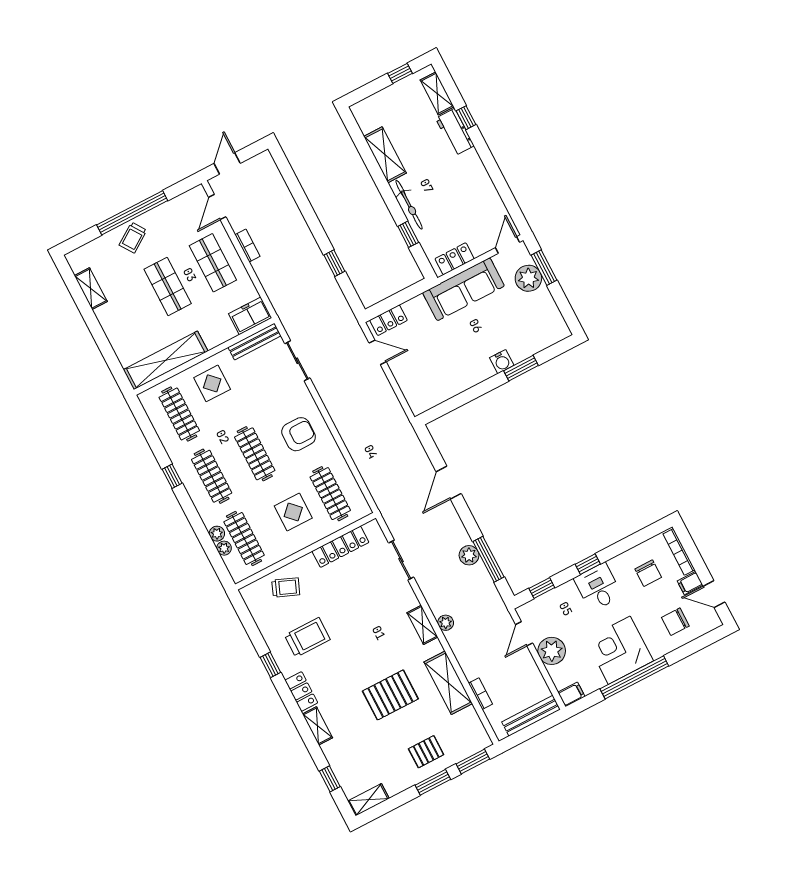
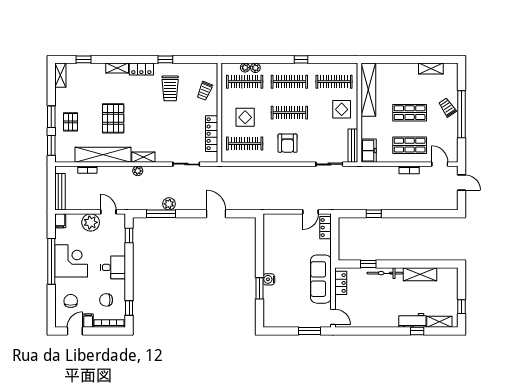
plant: (528, 278) -> (308, 319), removed
window: (588, 564) -> (129, 308), moved
shelving: (448, 683) -> (103, 155), width x1.47

